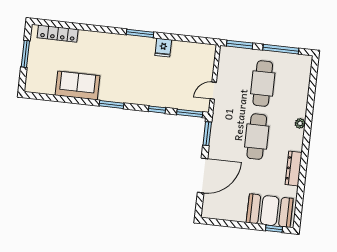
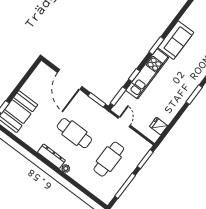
fridge: (163, 48) -> (159, 126), moved
cafe table: (263, 83) -> (109, 159), turned 90
sofa: (77, 86) -> (176, 40), moved
kitchen unit: (148, 96) -> (147, 74), added
dresser: (294, 168) -> (51, 156), moved

